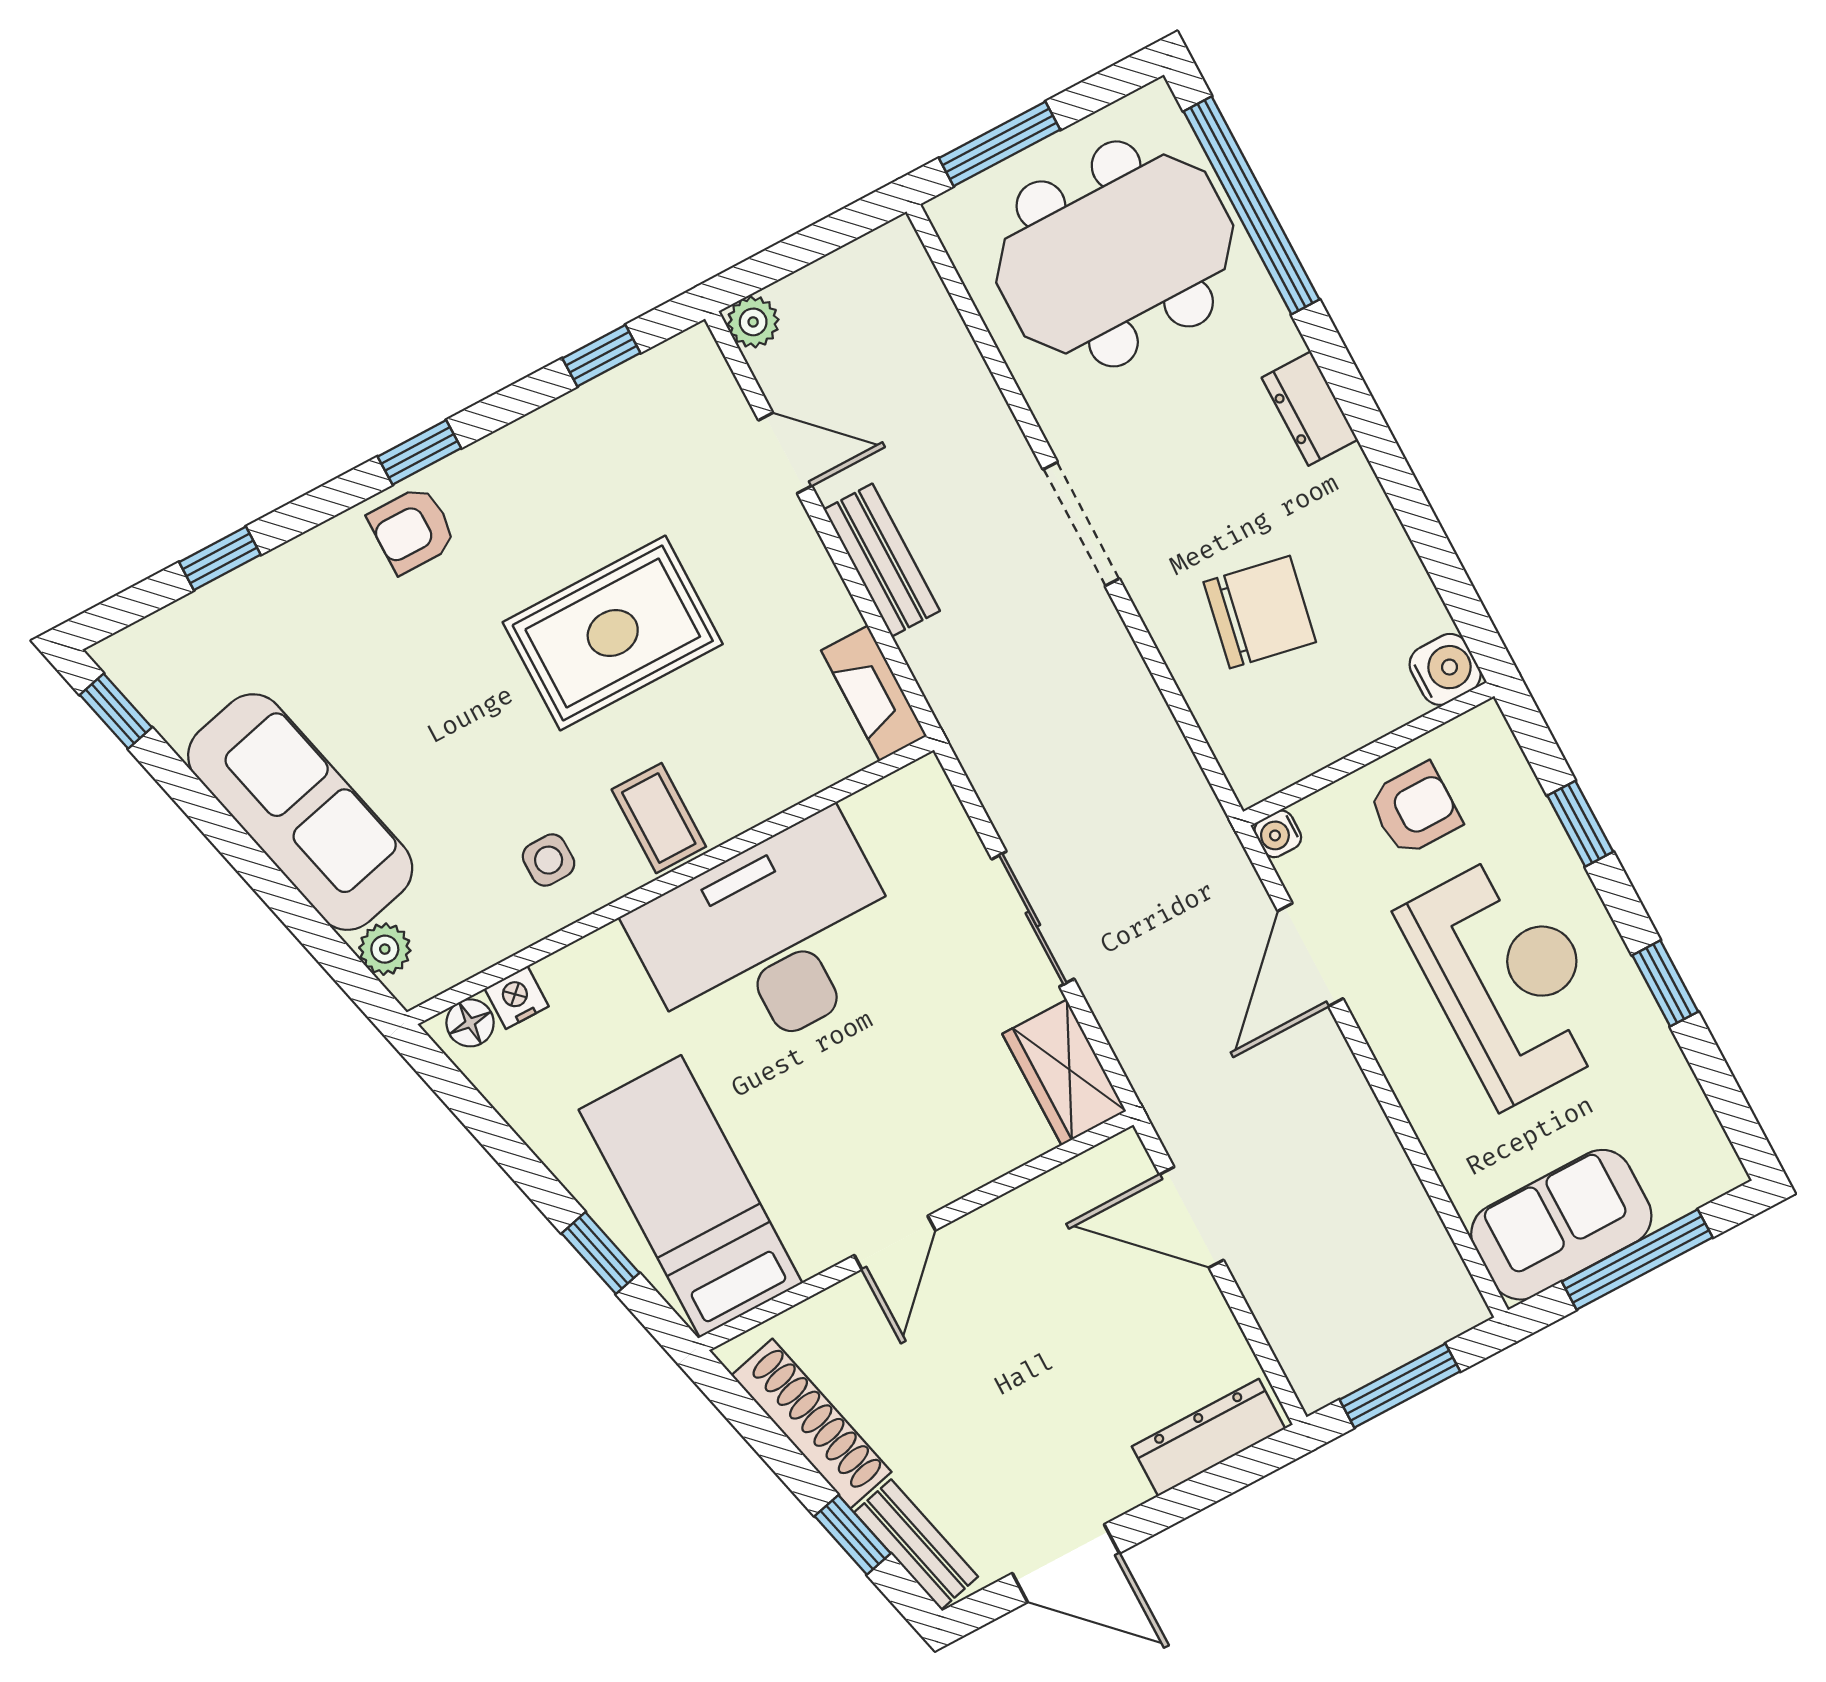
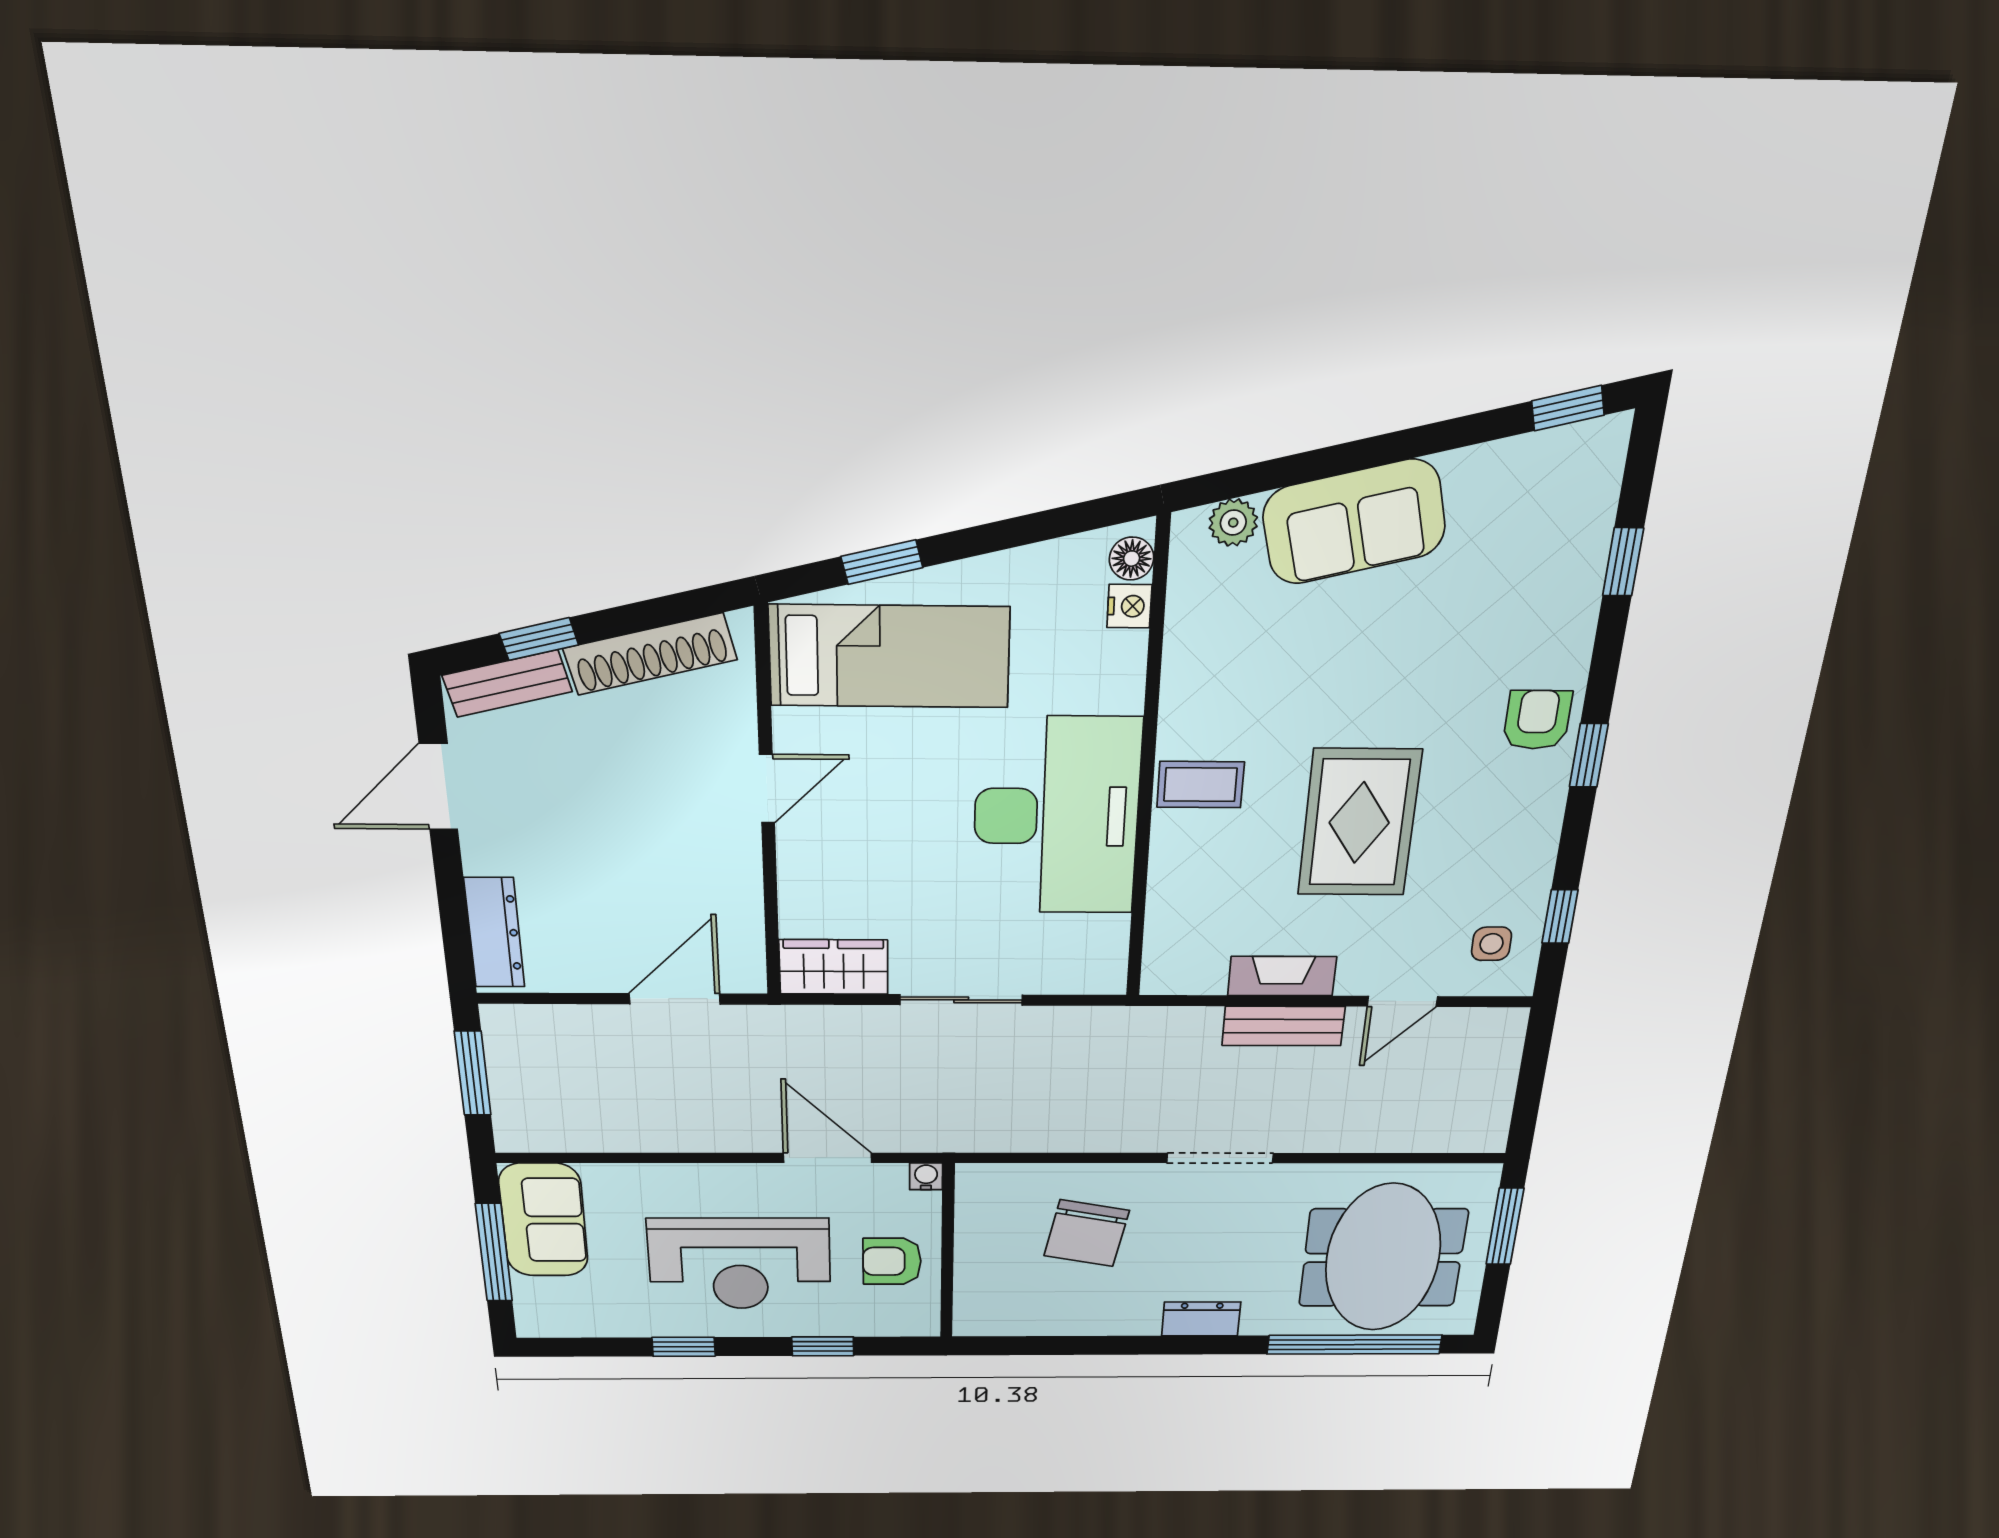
plant: (753, 322) -> (1507, 1025), removed
water cooler: (1445, 669) -> (976, 1318), removed
fireplace: (874, 693) -> (1282, 976), moved
armchair: (1415, 809) -> (892, 1261), turned 90
sofa: (300, 812) -> (1354, 522), width x0.73
side table: (549, 860) -> (1492, 944), moved
door: (895, 1243) -> (767, 789), swing flipped

